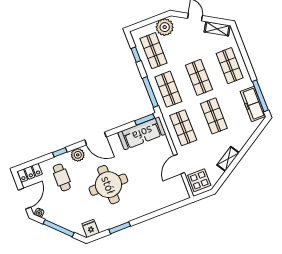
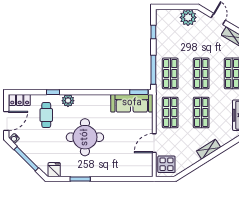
shop shelf: (154, 51) -> (170, 34), removed
door: (96, 138) -> (89, 92), removed
shelving: (228, 159) -> (209, 149), moved

